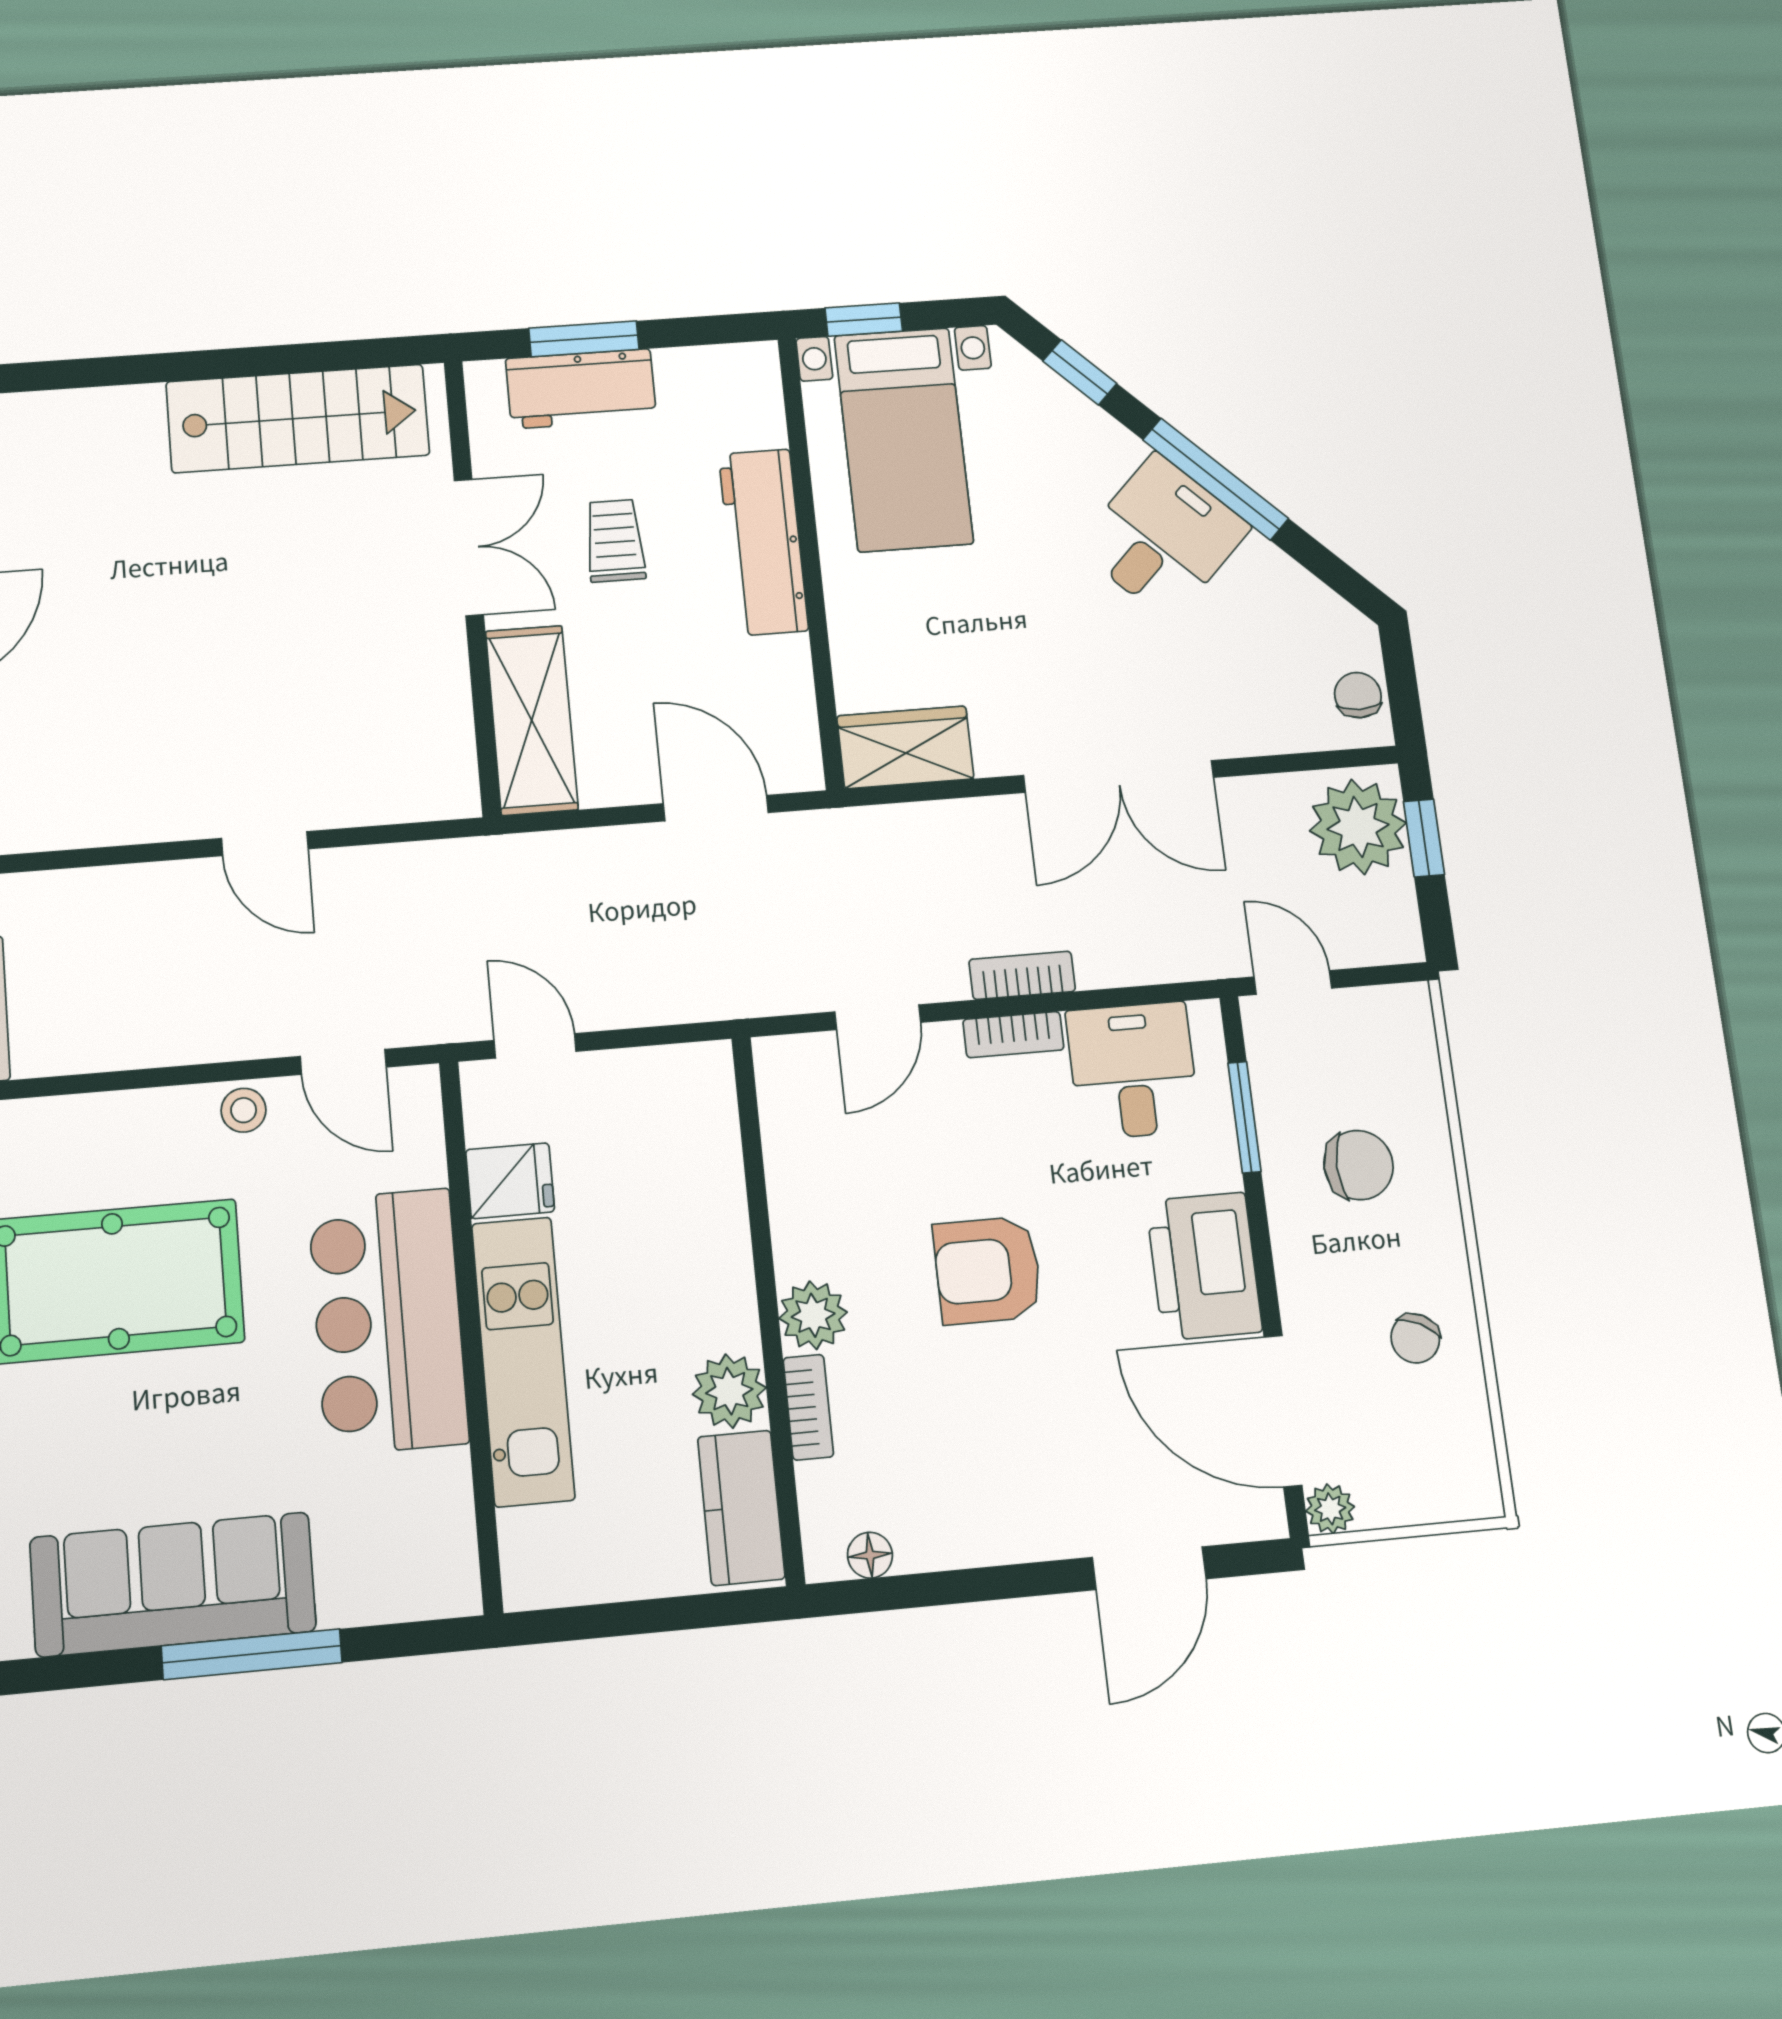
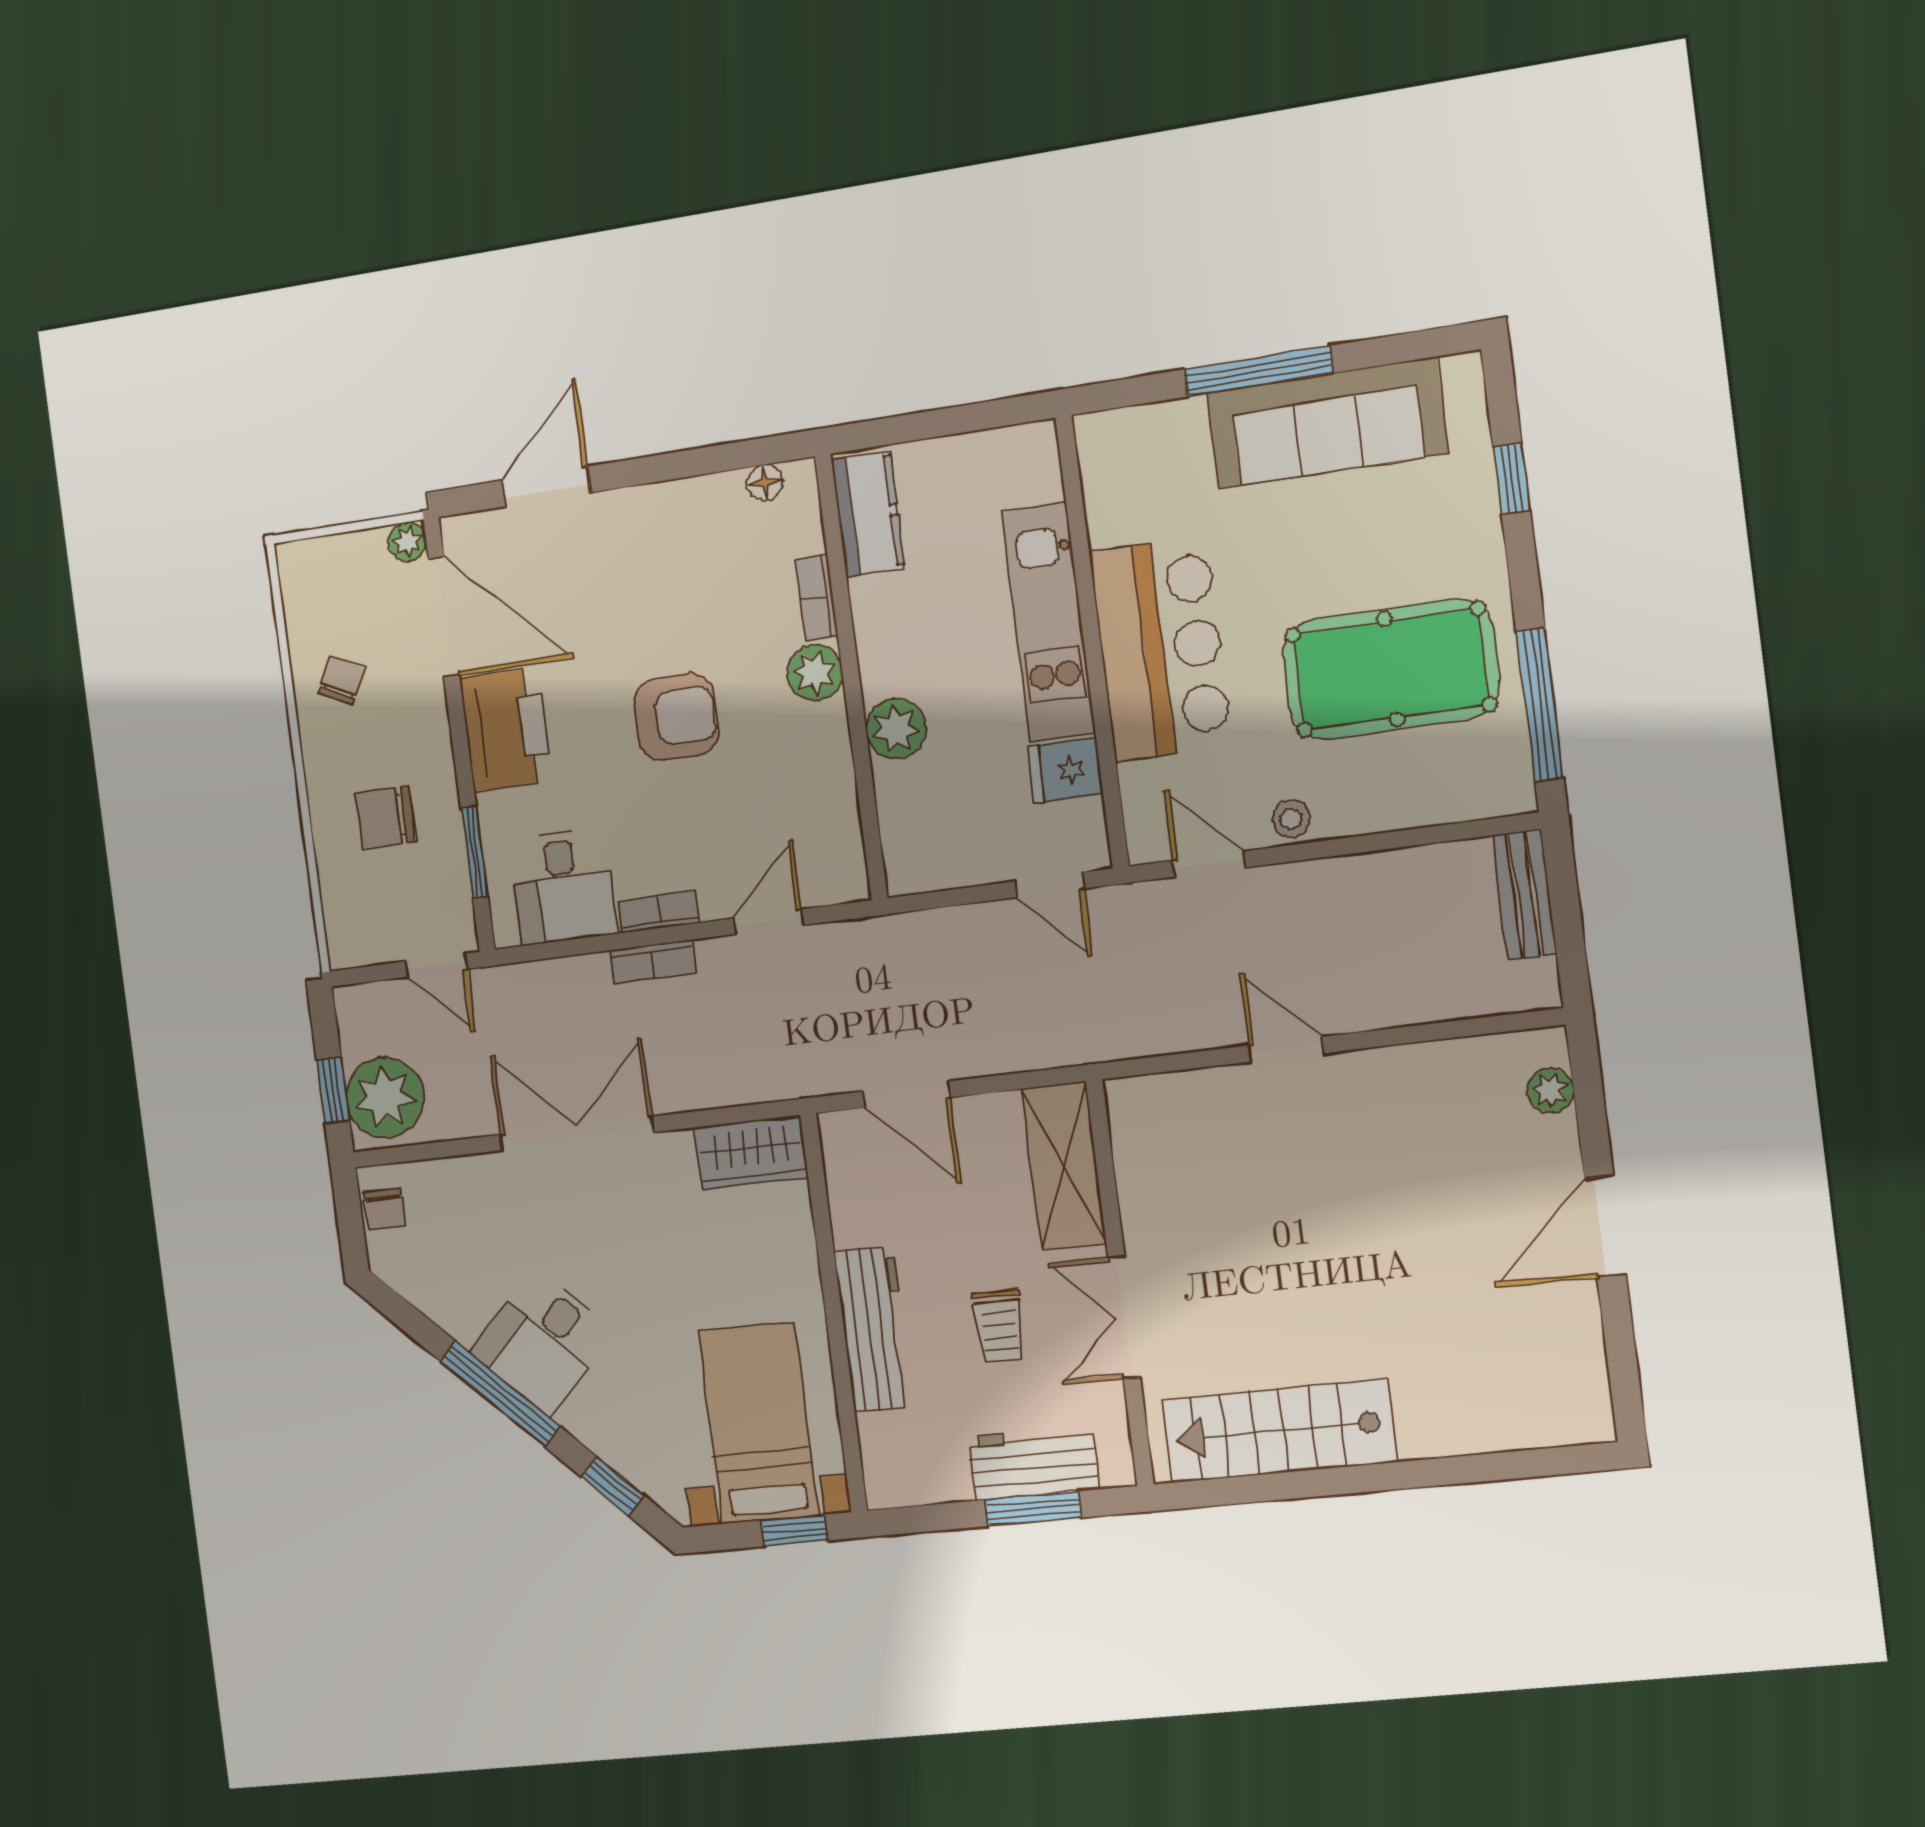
plant: (729, 1391) -> (896, 729), moved

